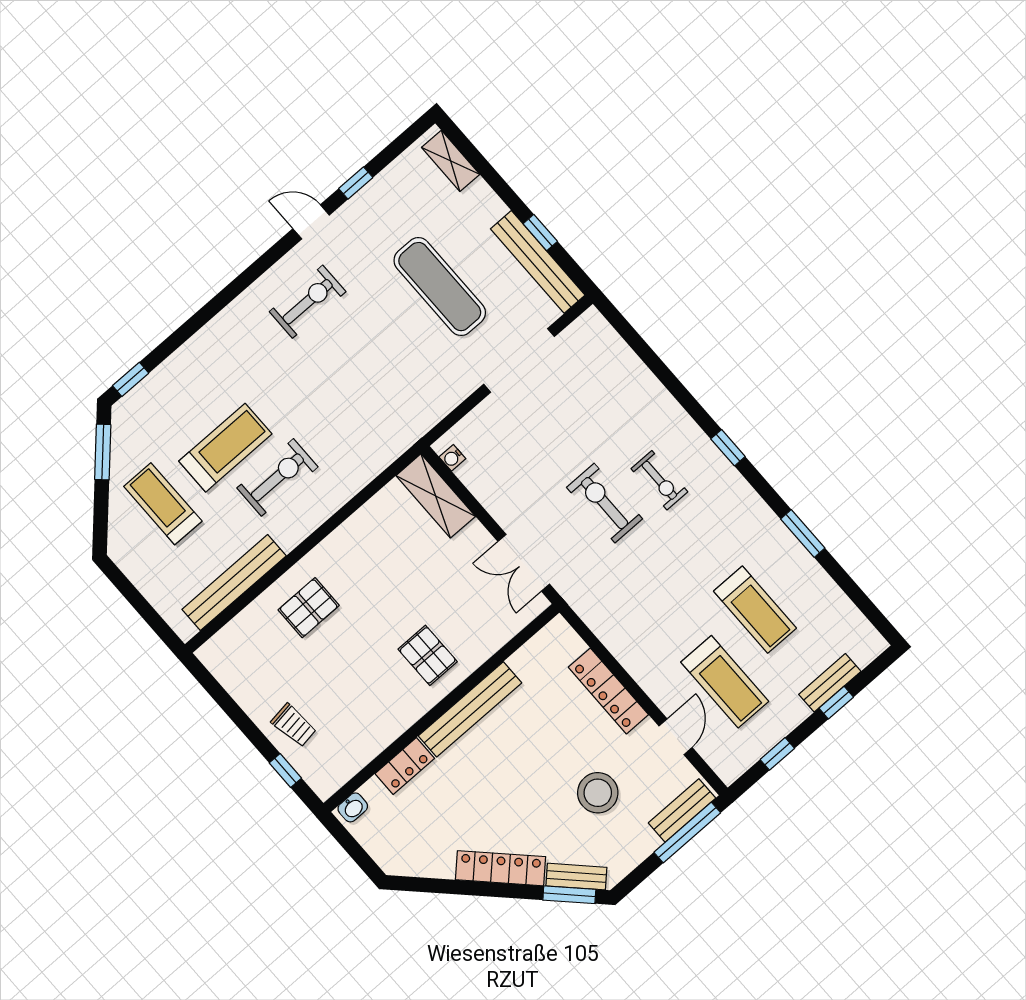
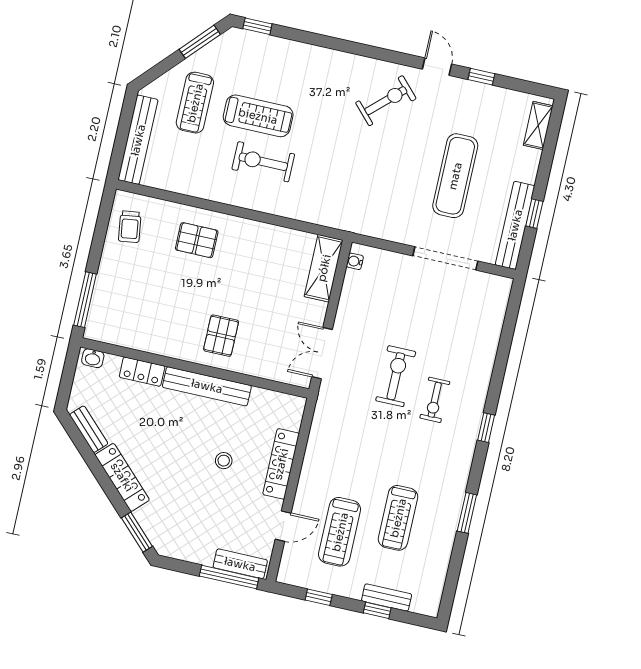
exercise bike: (308, 302) -> (386, 101), turned -43
exercise bike: (277, 477) -> (263, 162), turned 180
treadmill: (163, 504) -> (195, 103), turned 180
bench: (234, 583) -> (138, 140), moved, turned 90
trolley: (294, 725) -> (130, 227), moved
window: (285, 770) -> (85, 300), width x2.17
stool: (598, 793) -> (224, 461), moved, width x0.53, depth x0.53
bench: (576, 877) -> (89, 429), moved

